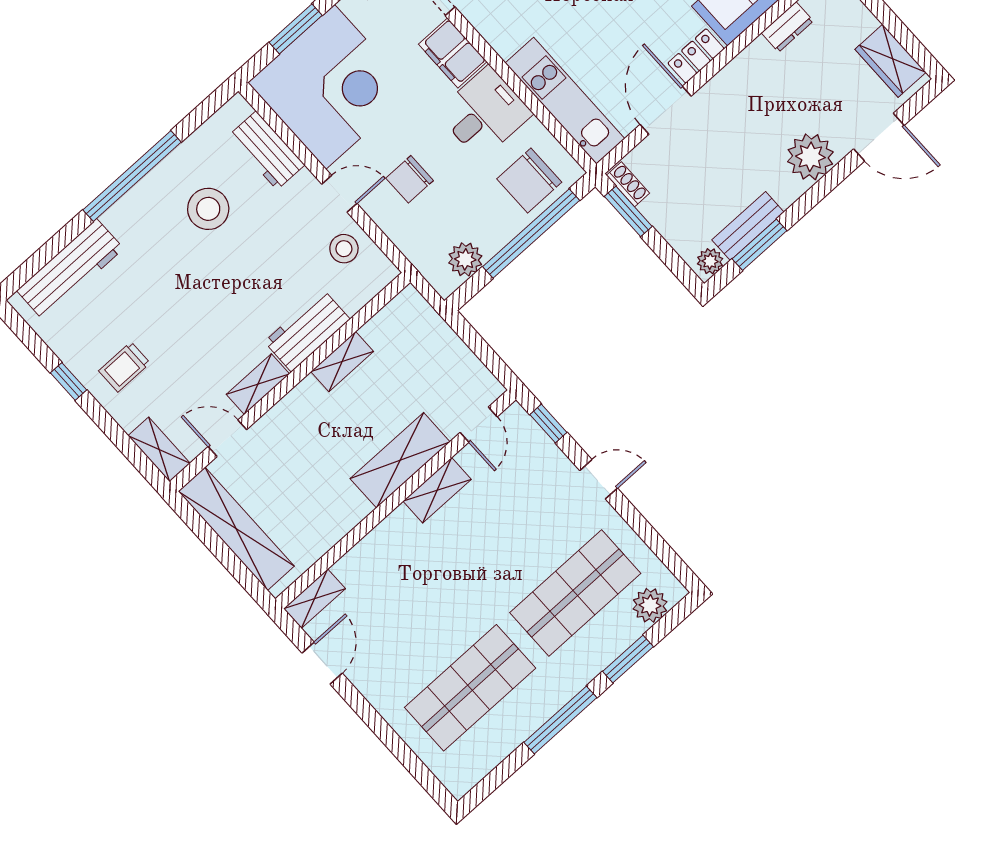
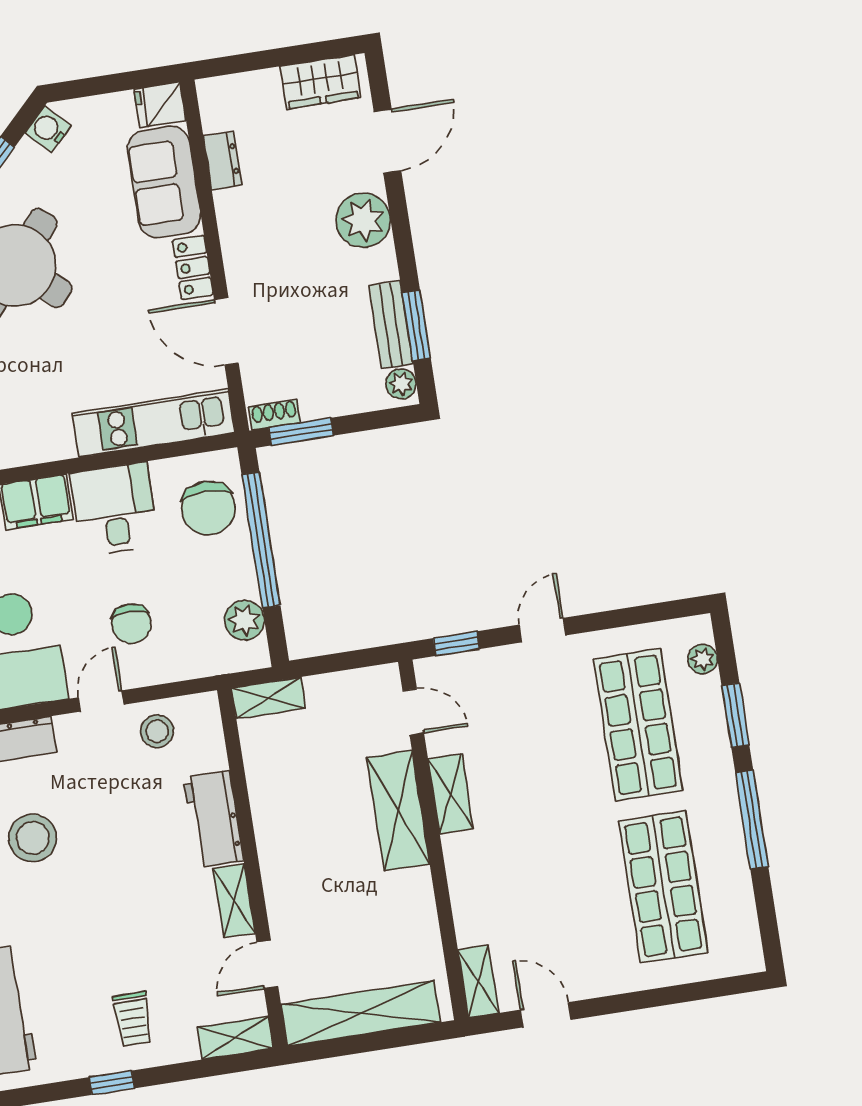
shelving: (342, 362) -> (268, 698), moved, turned 90
plant: (650, 605) -> (703, 659), width x0.73, depth x0.73

